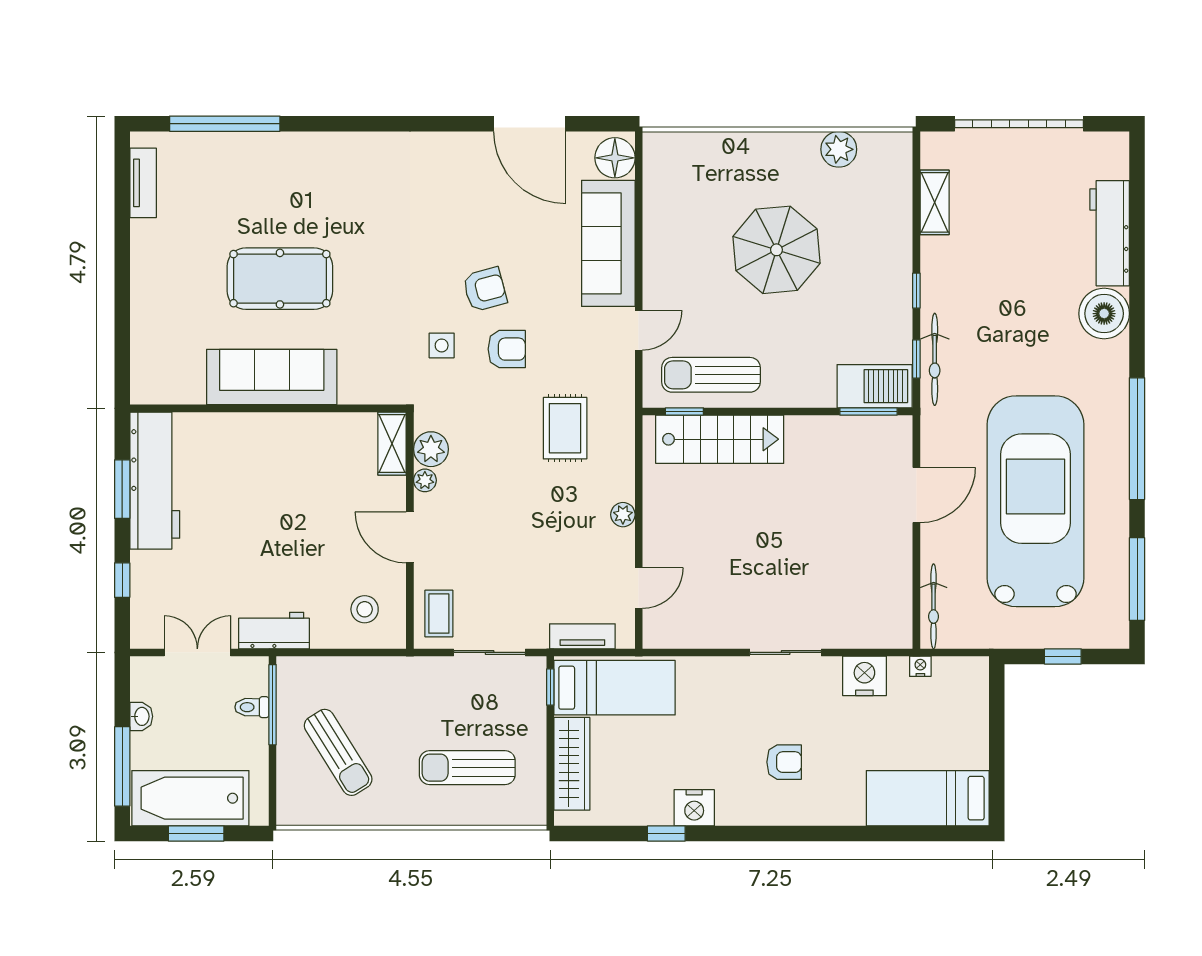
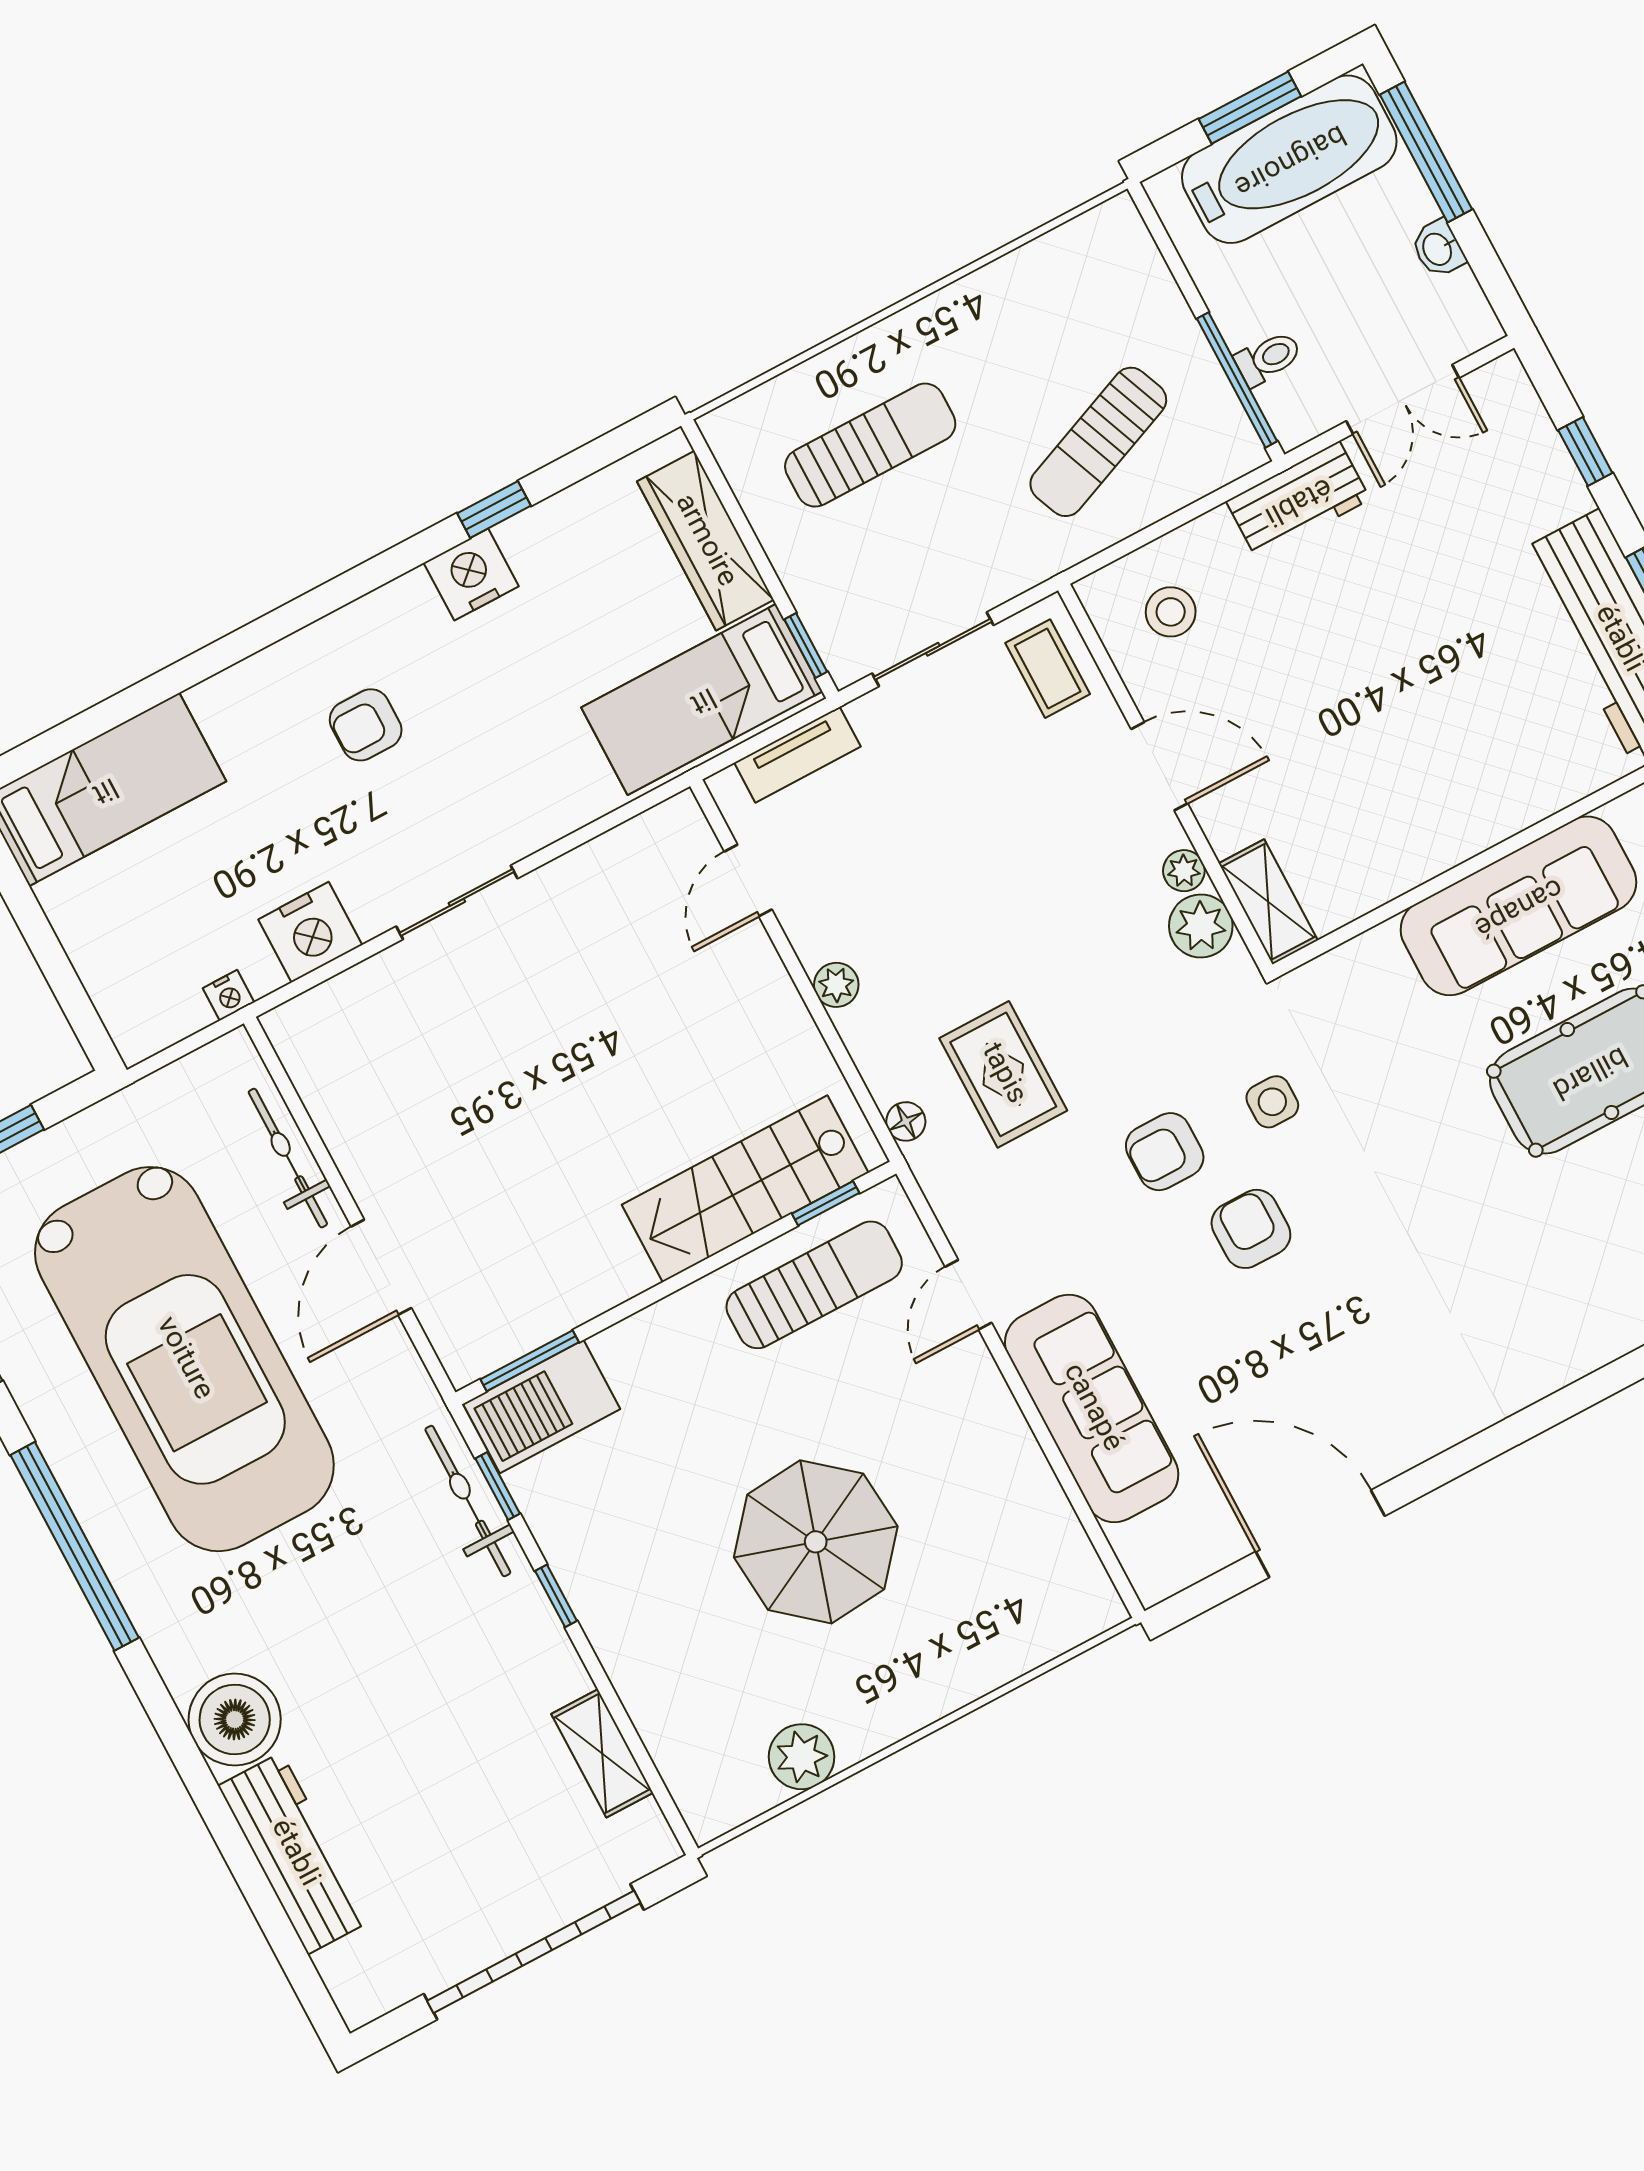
floor lamp: (615, 158) -> (906, 1121), moved, width x0.53, depth x0.53
armchair: (485, 289) -> (1251, 1229), turned 105
bicycle: (934, 606) -> (288, 1158), moved
sun lounger: (338, 752) -> (1098, 442), moved, turned -80

